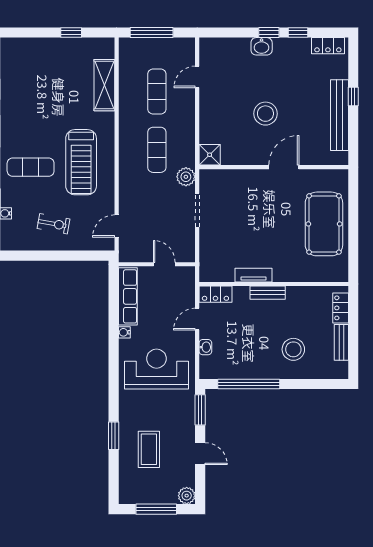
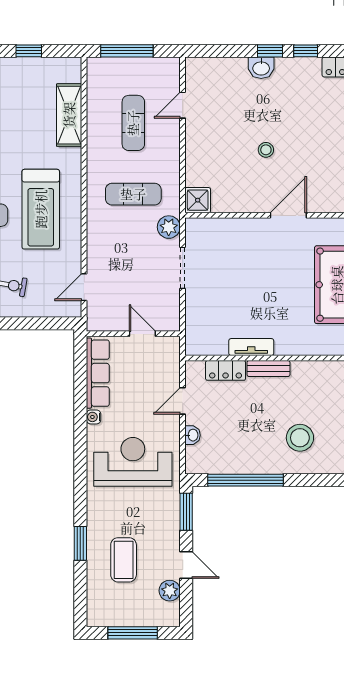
stool: (265, 114) -> (266, 150), width x0.53, depth x0.53
exercise mat: (157, 150) -> (133, 194), turned 90
locker: (215, 294) -> (226, 370), moved
plant: (187, 496) -> (170, 591), moved

